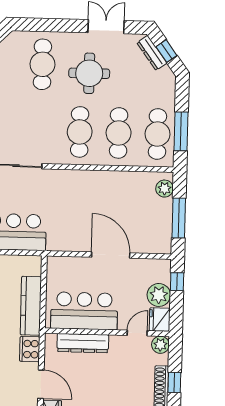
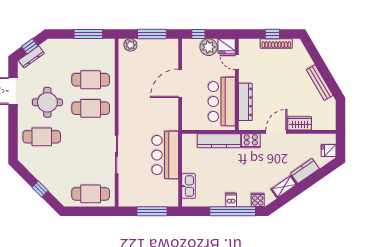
cafe table: (157, 134) -> (91, 51), removed
plant: (160, 345) -> (245, 45), removed

